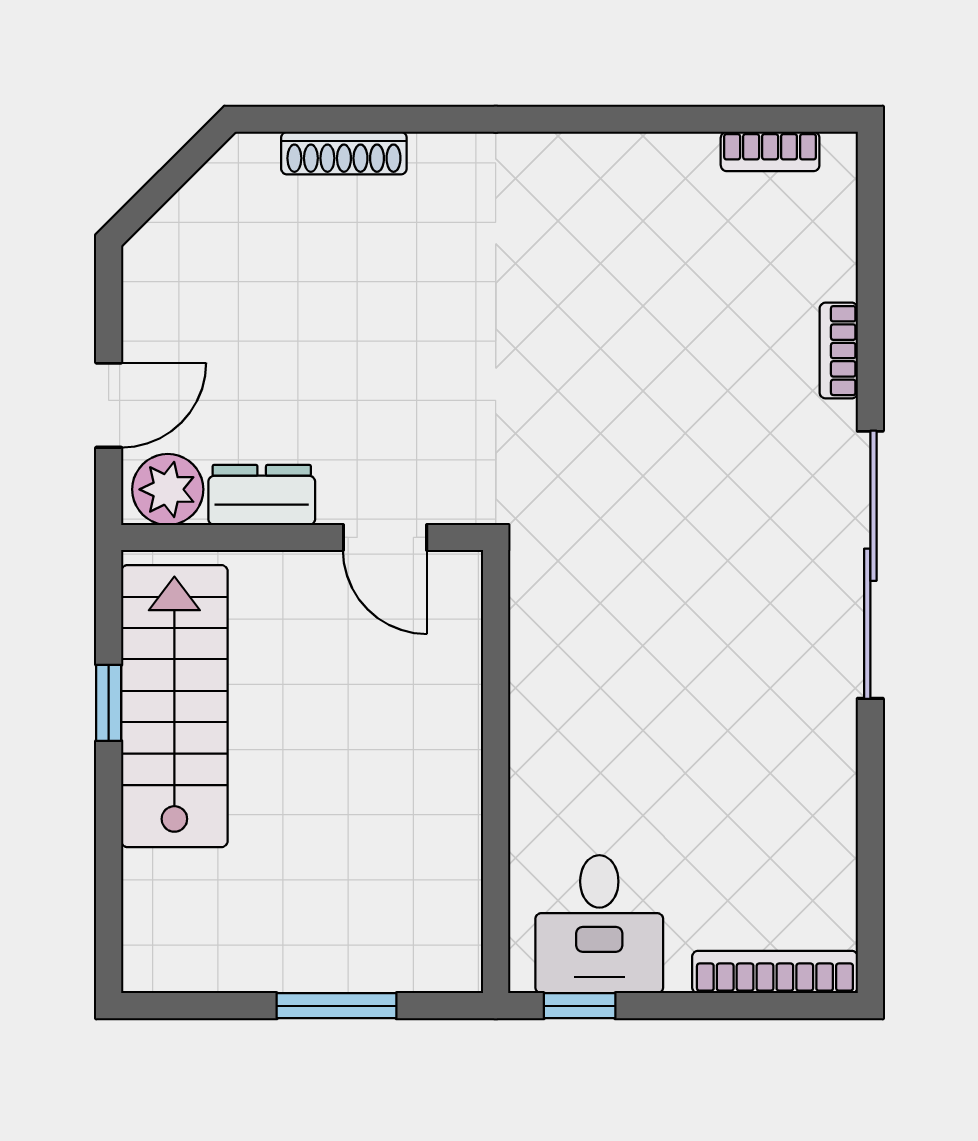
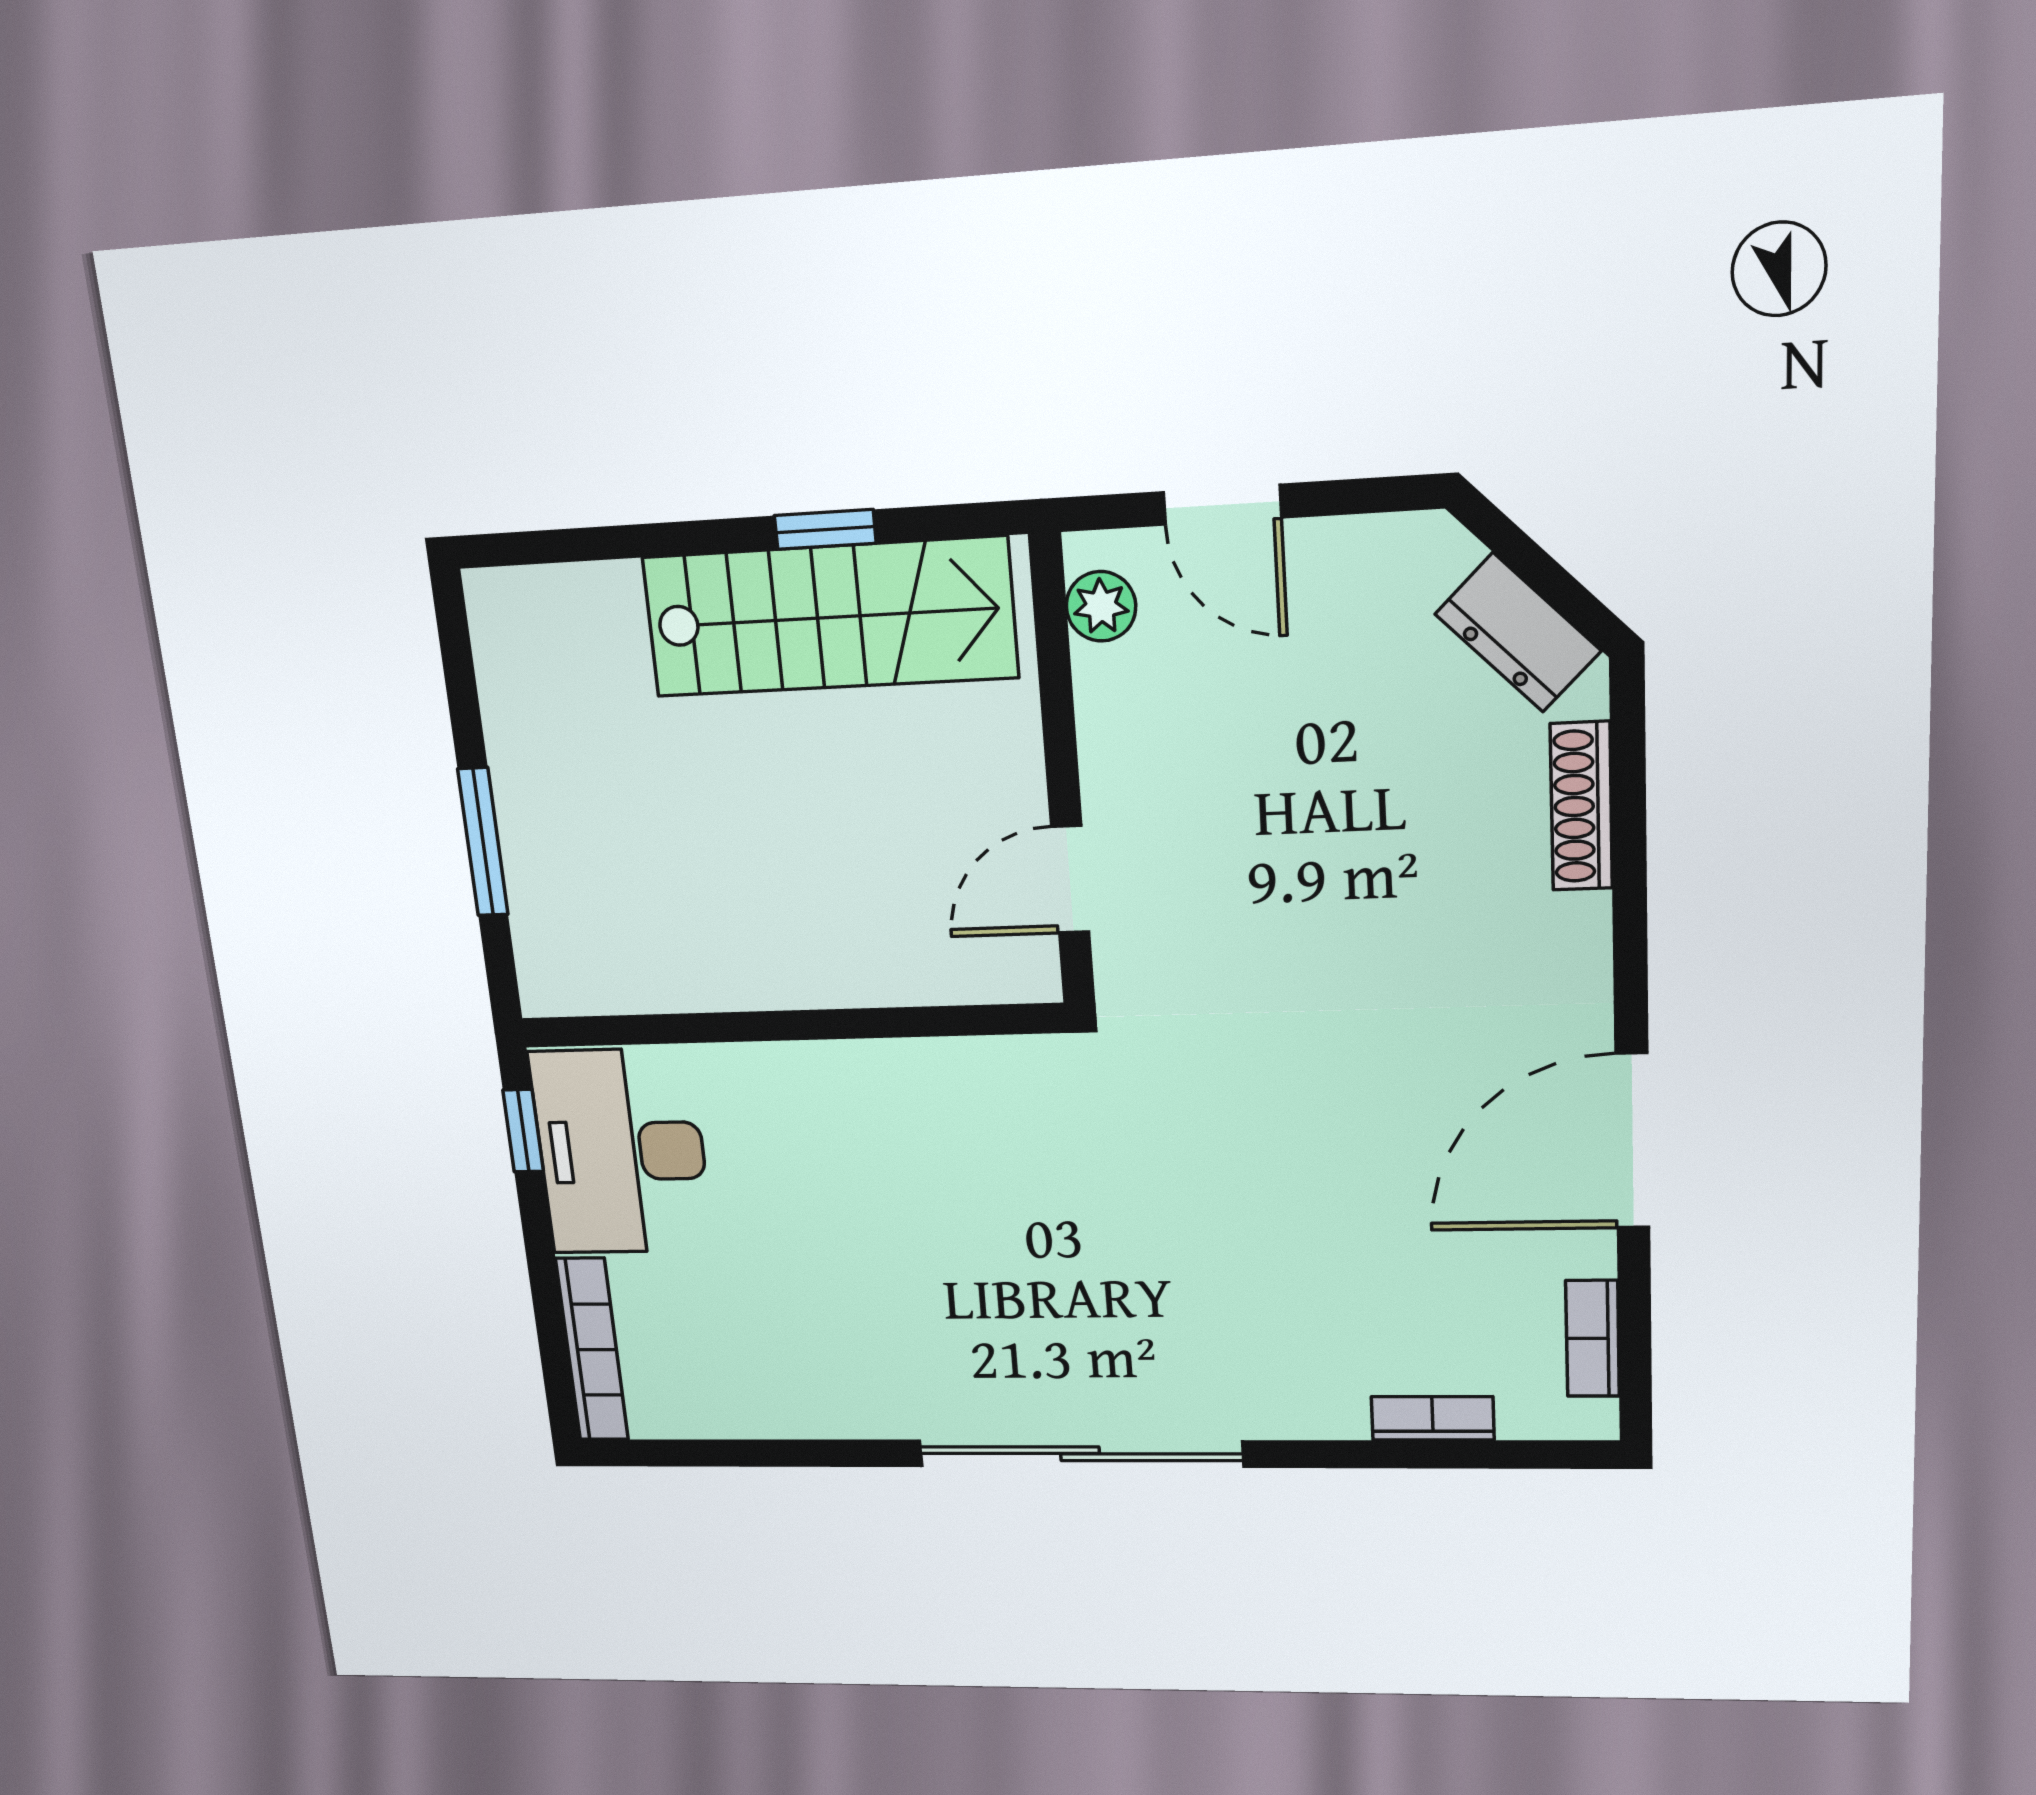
door: (607, 119) -> (1632, 1141), added
bookcase: (839, 351) -> (1433, 1418), moved
plant: (168, 489) -> (1101, 606), width x0.73, depth x0.73
dresser: (262, 495) -> (1518, 632), moved, turned 135
desk: (599, 924) -> (621, 1152), width x1.37

